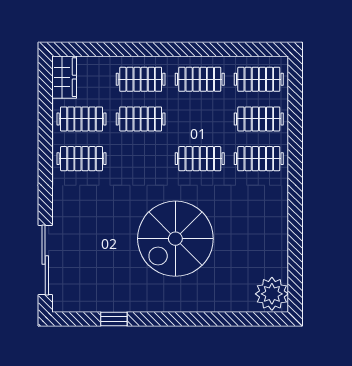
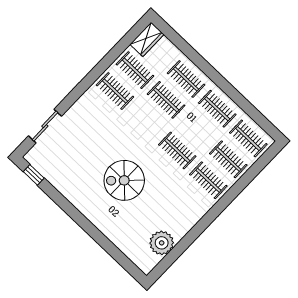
spiral stairs: (175, 239) -> (124, 180), width x0.73, depth x0.73
sliding door: (45, 260) -> (45, 126), width x0.73
plant: (272, 294) -> (162, 243), moved
window: (114, 319) -> (34, 175), moved

